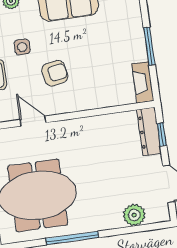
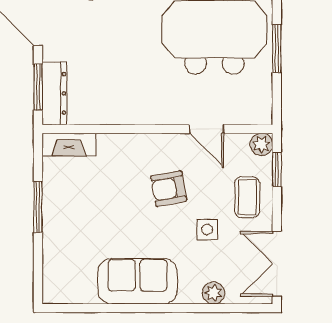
fireplace: (143, 82) -> (69, 145), moved, turned 90
window: (162, 135) -> (38, 87), width x1.50

